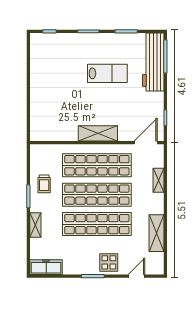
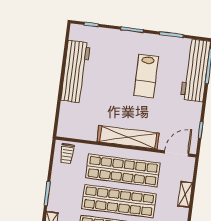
lab bench: (107, 73) -> (146, 76), turned 90
workbench: (40, 78) -> (76, 72), added
shelving: (98, 133) -> (128, 137), width x1.47
trolley: (44, 184) -> (67, 154), moved

